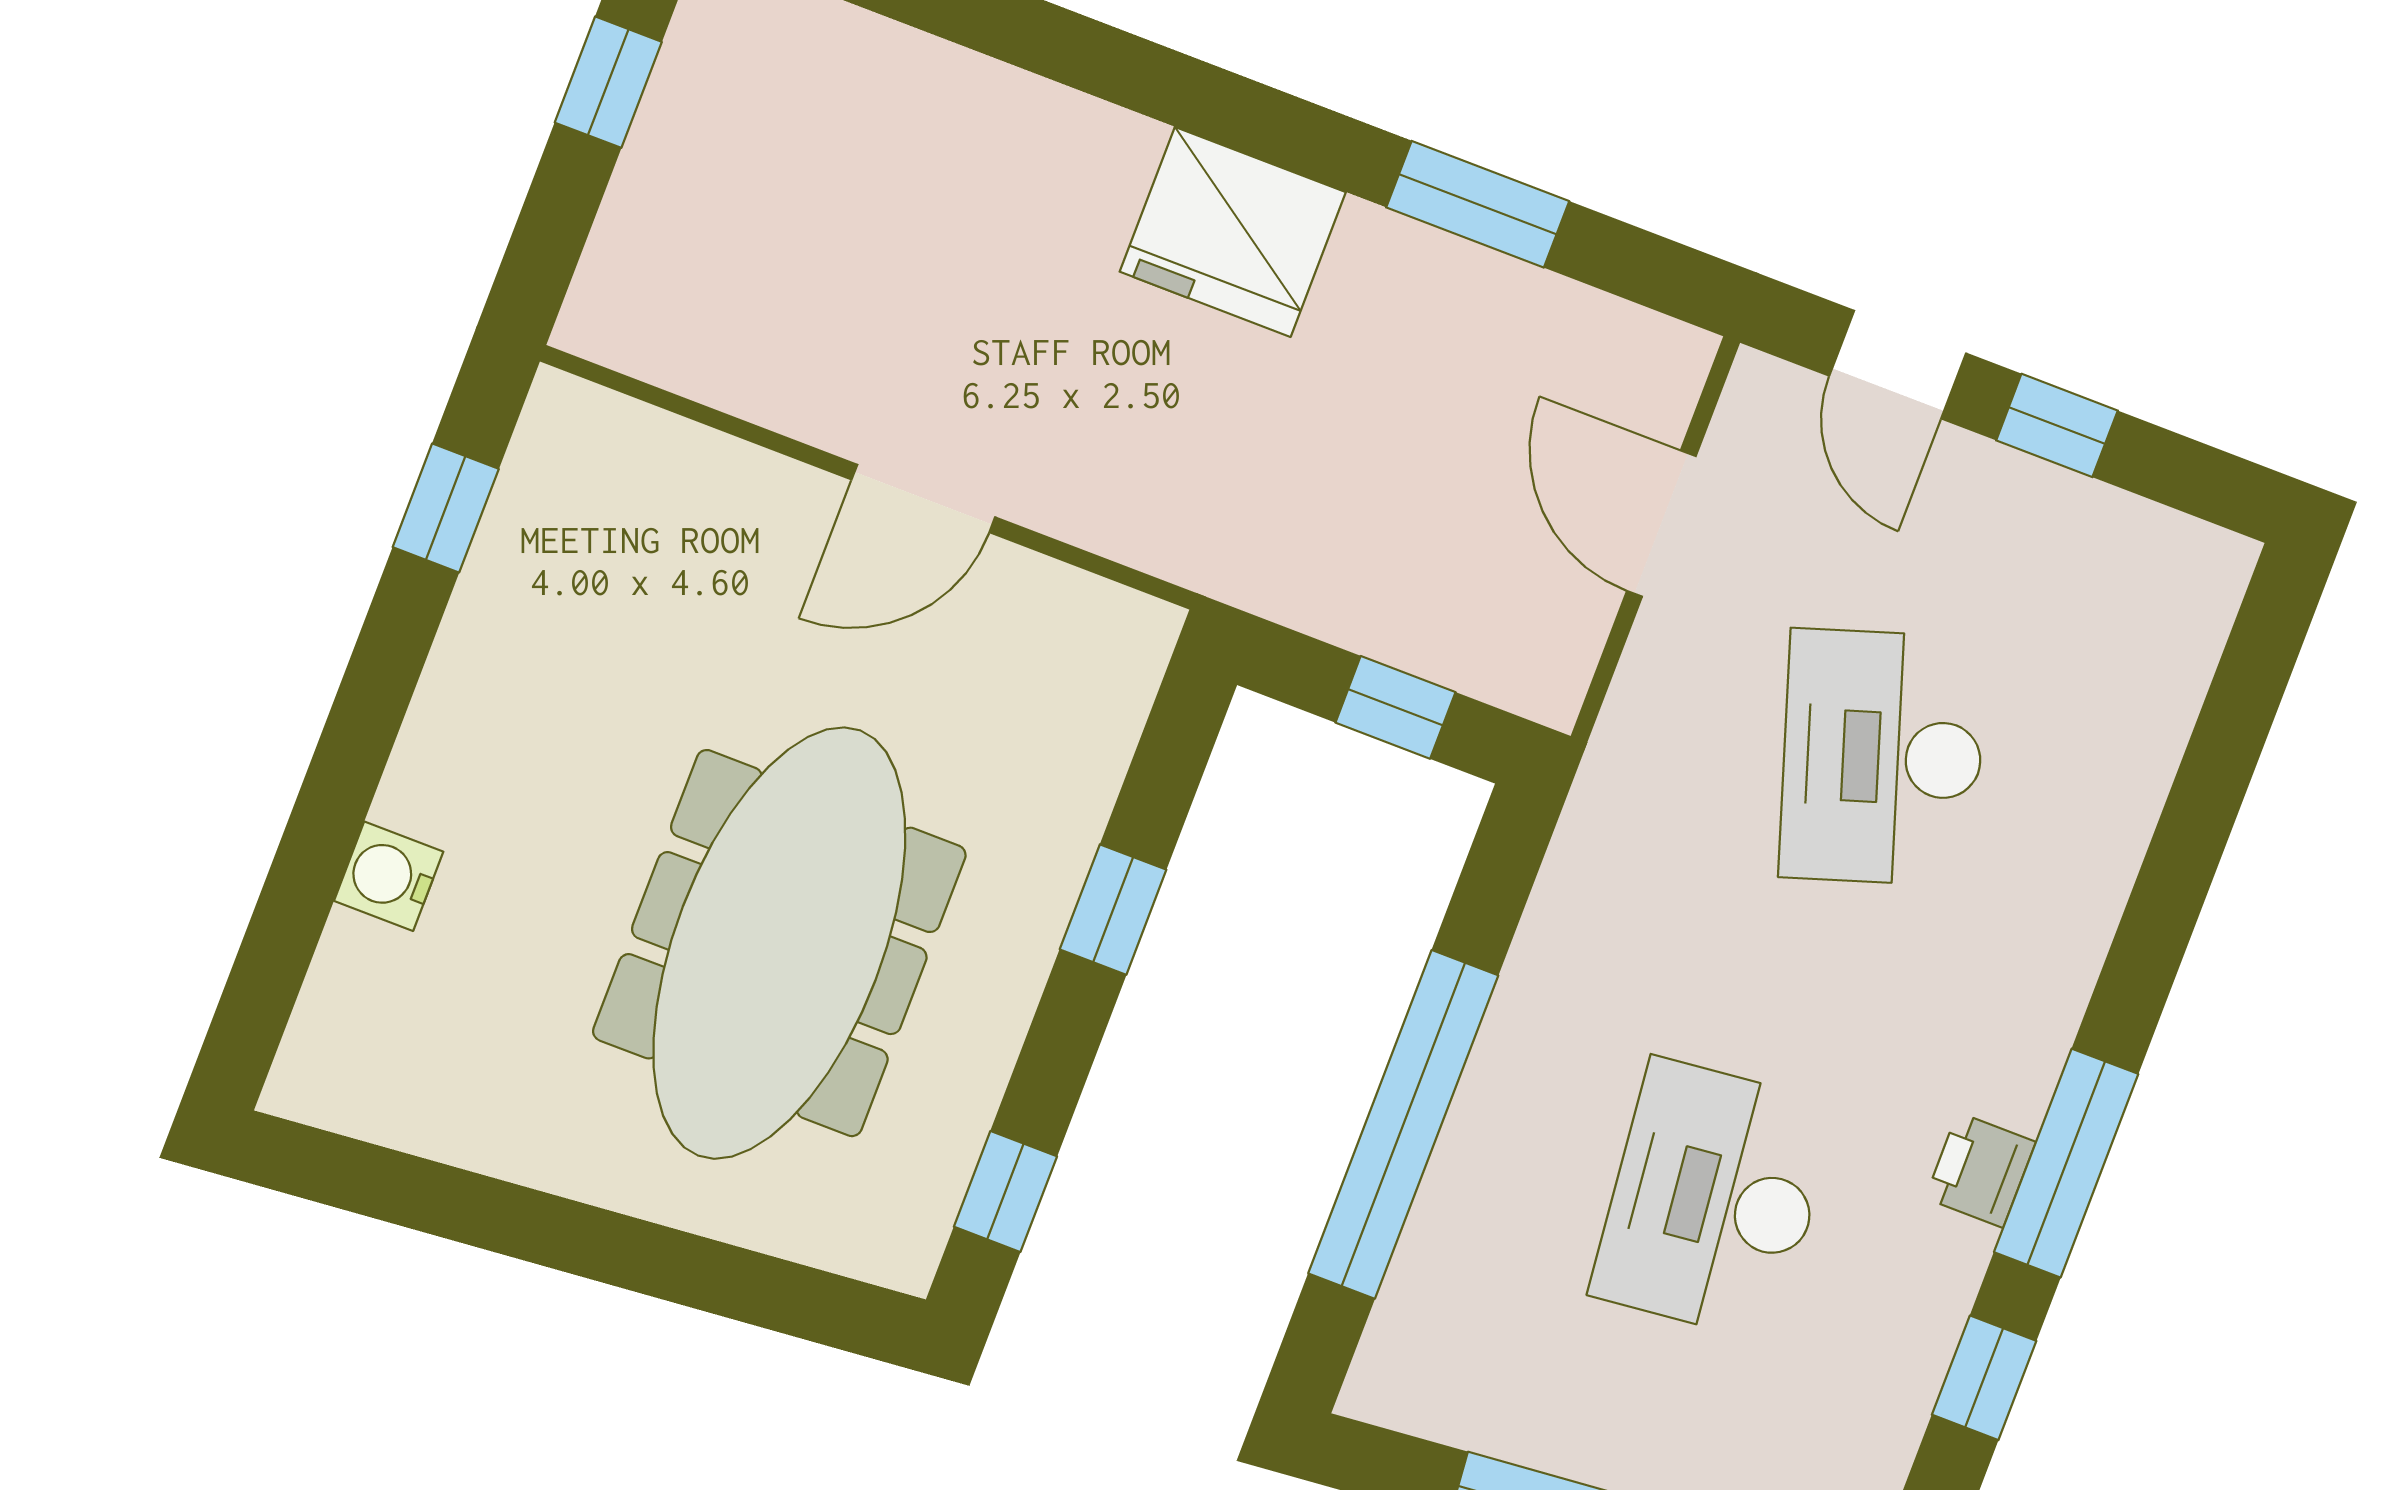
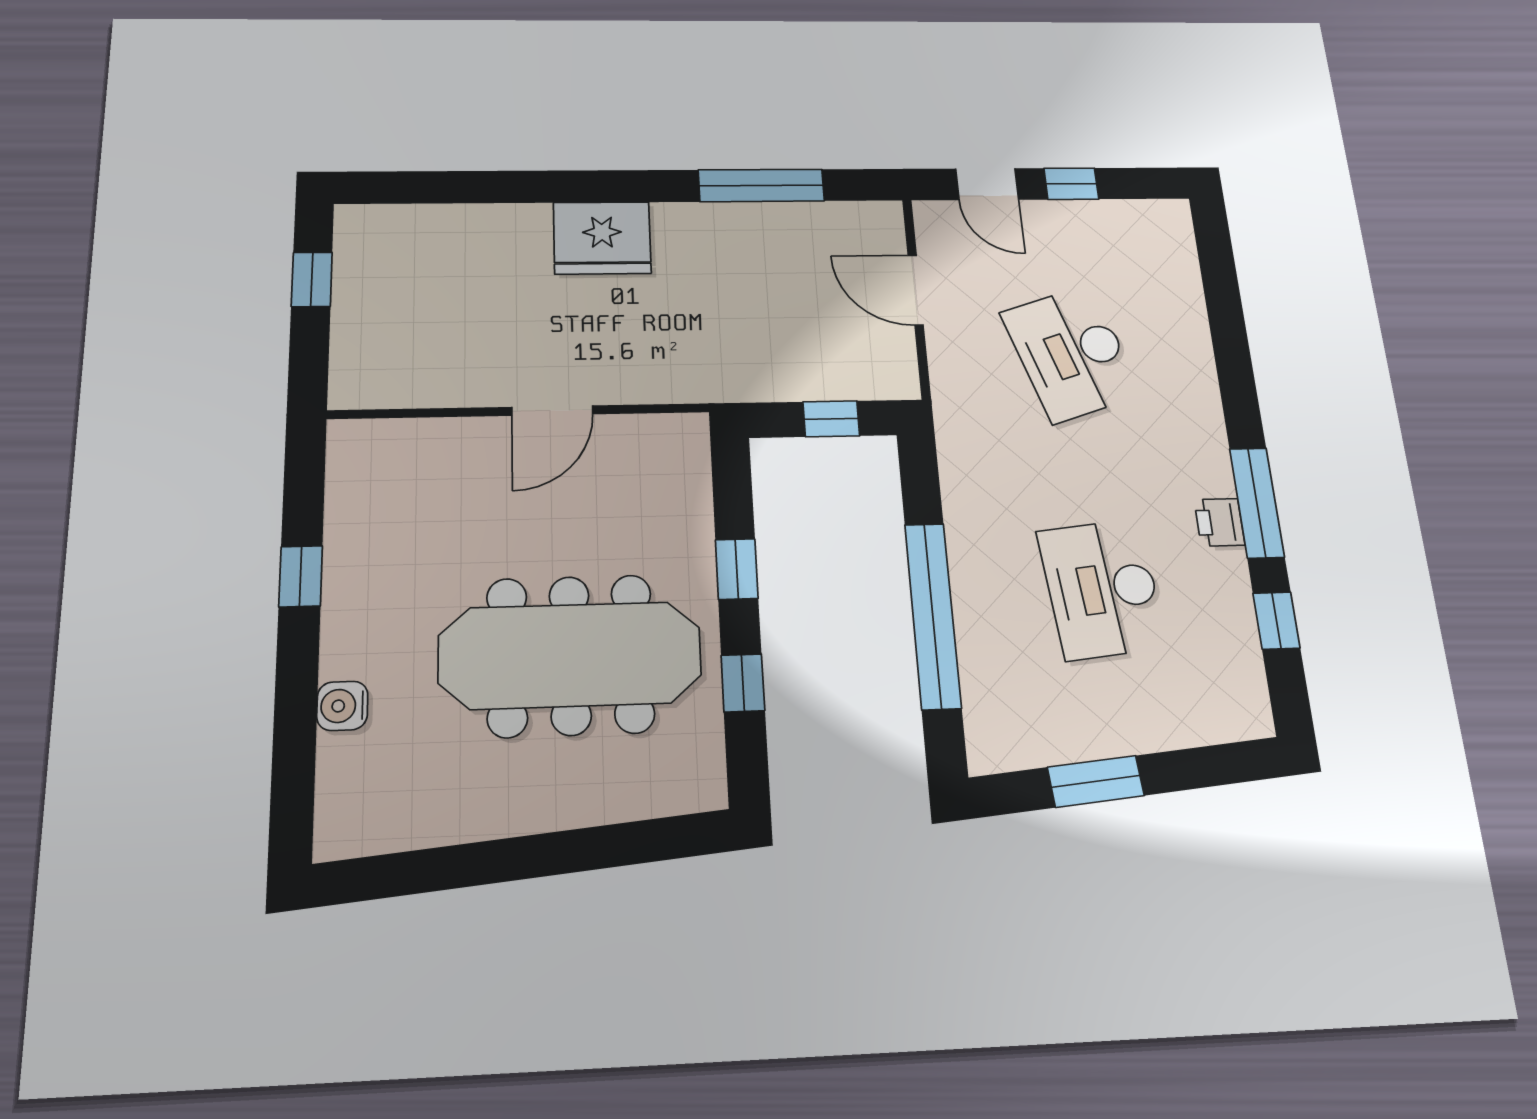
window: (1478, 204) -> (761, 185), width x1.44
fridge: (1233, 232) -> (602, 238), moved
window: (446, 508) -> (301, 576), moved
meeting table: (779, 943) -> (570, 655), turned 90
window: (1005, 1192) -> (743, 683), moved

